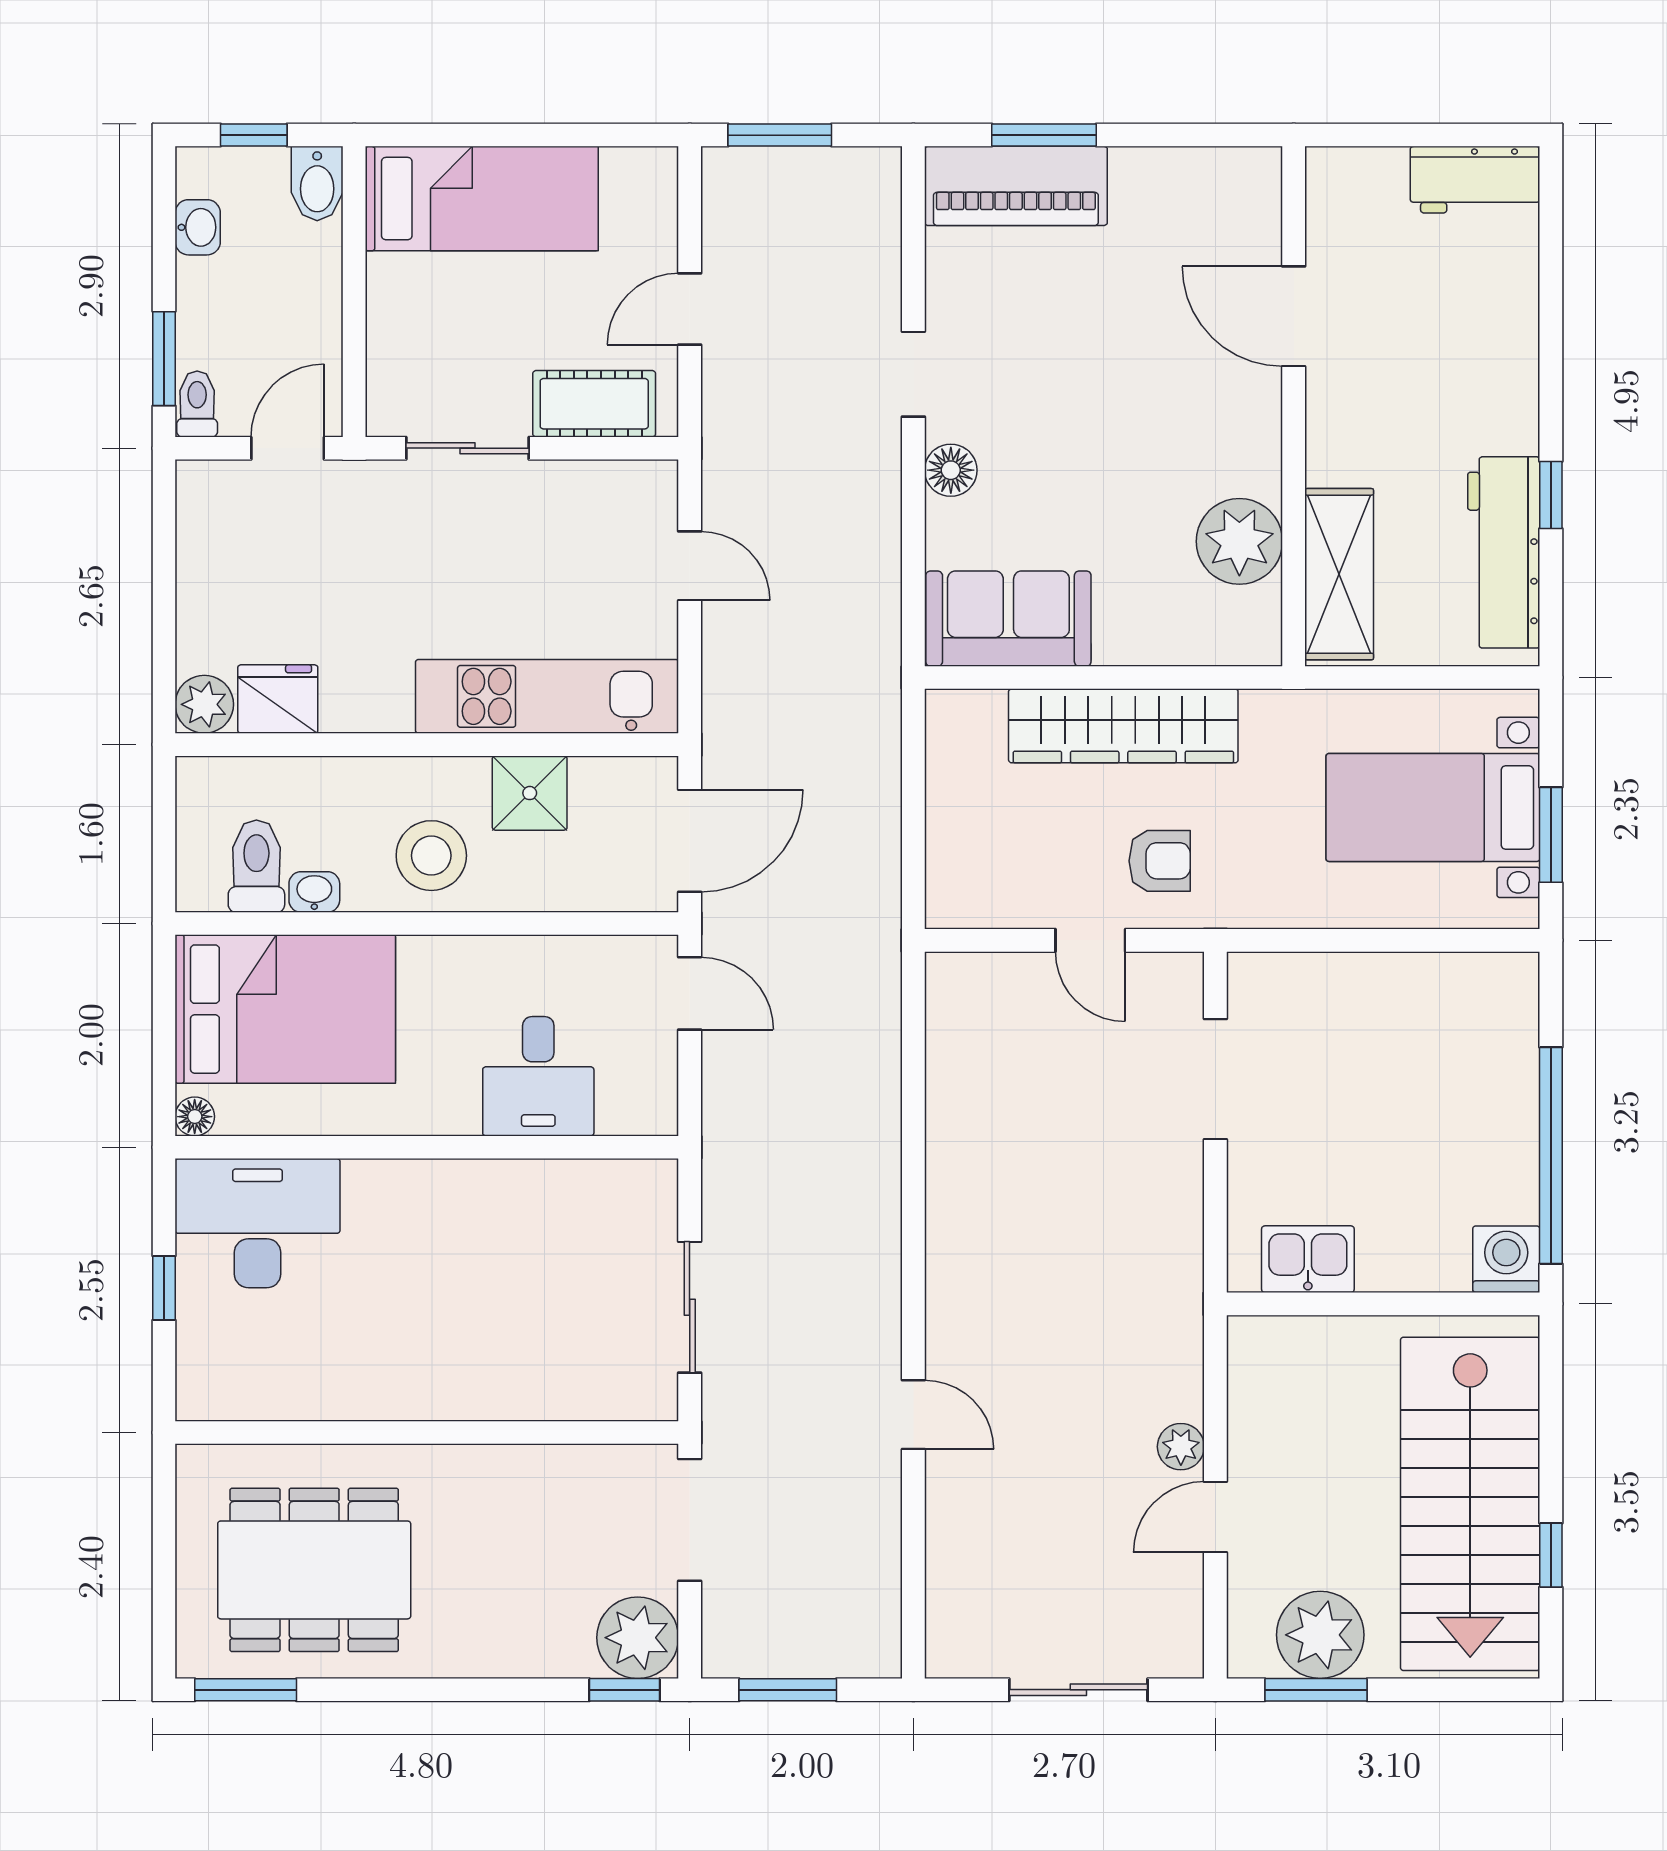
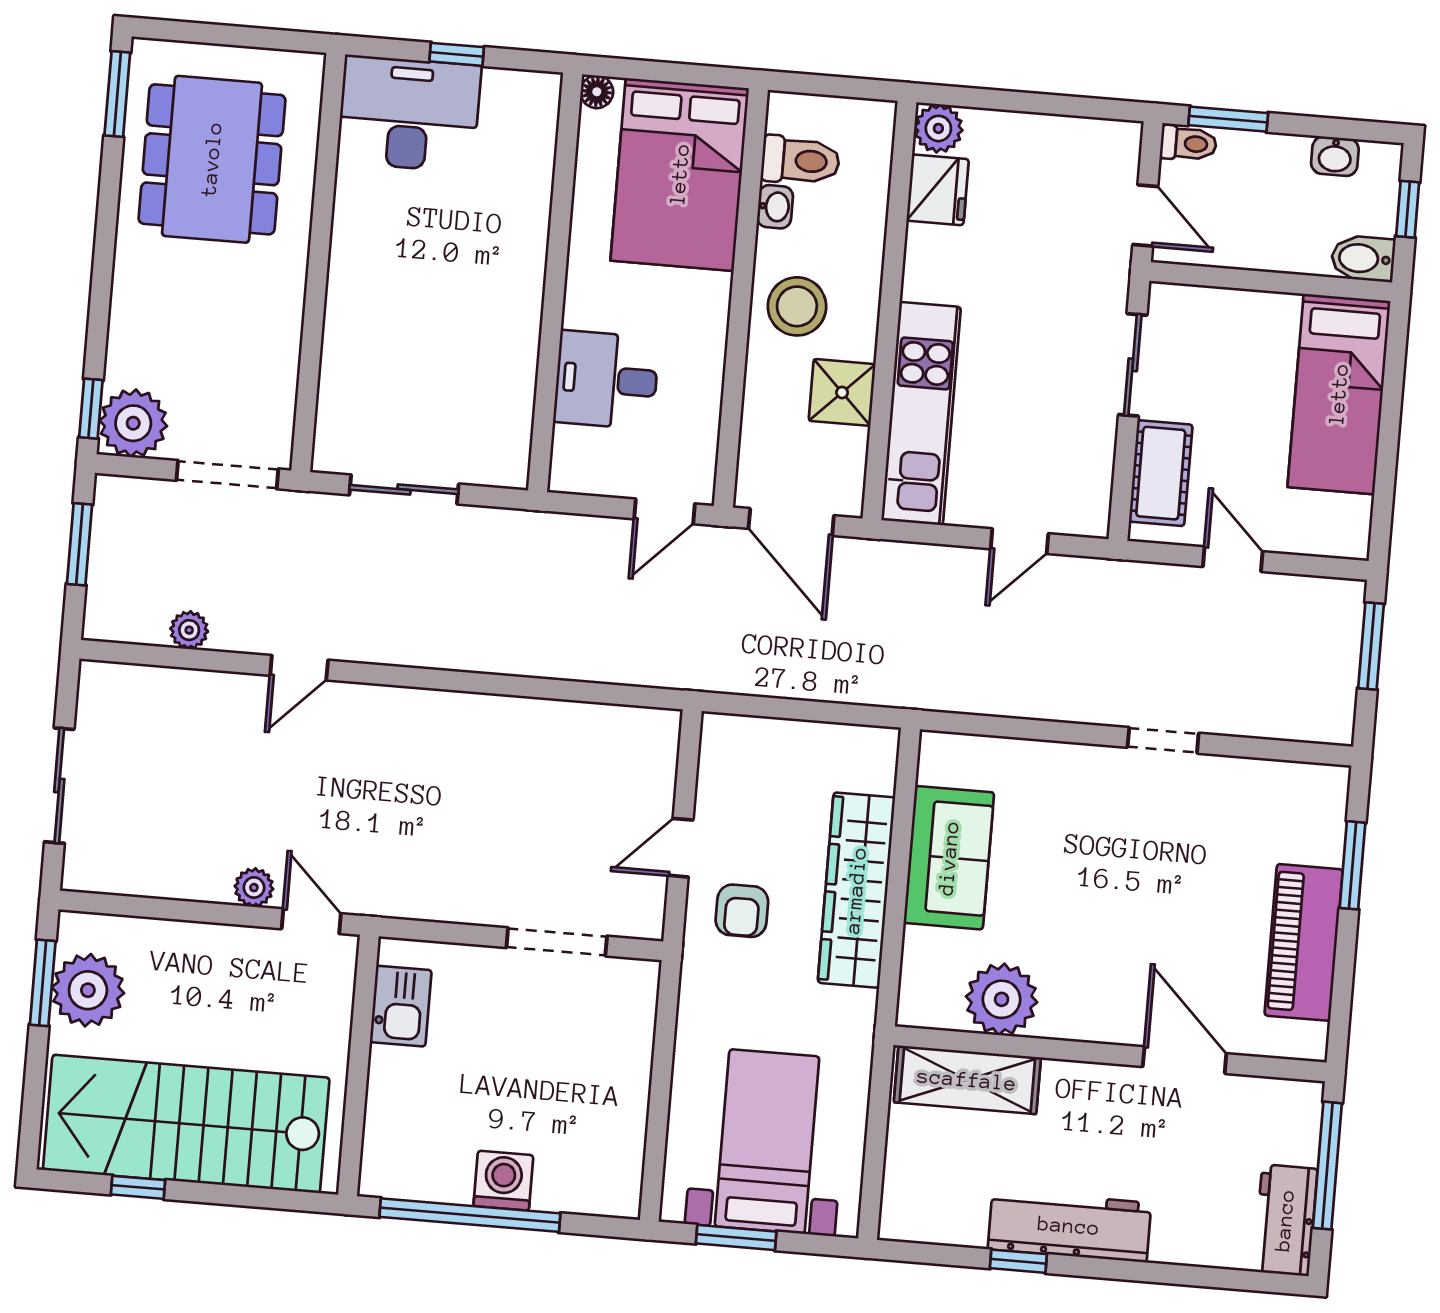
window: (1405, 135) -> (1327, 1166), added
piano: (1016, 186) -> (1304, 942), moved
door: (1294, 316) -> (1185, 1060), hinge flipped
floor lamp: (951, 470) -> (1081, 765), removed
workbench: (1504, 552) -> (1069, 1226), moved
sofa: (1008, 619) -> (949, 858), moved
desk: (258, 1223) -> (409, 114), moved, turned -90
washing machine: (1506, 1259) -> (503, 1181), moved, turned -90
door: (1215, 1517) -> (311, 921), moved
plant: (879, 1550) -> (189, 630), added

